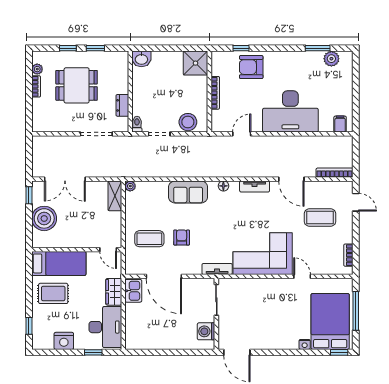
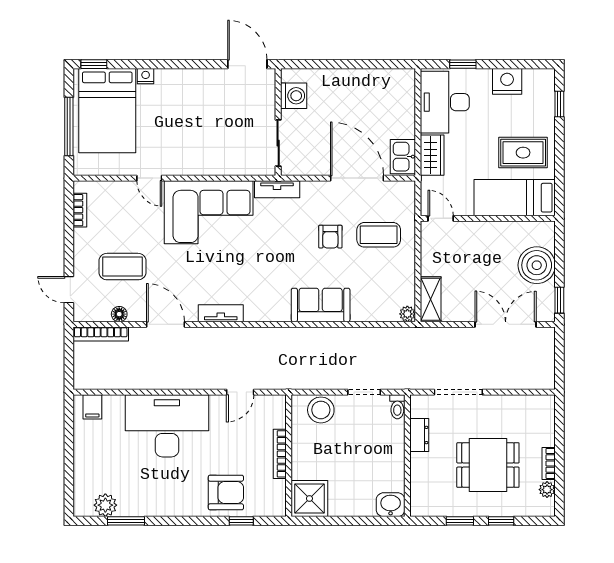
floor lamp: (223, 186) -> (119, 314), moved

